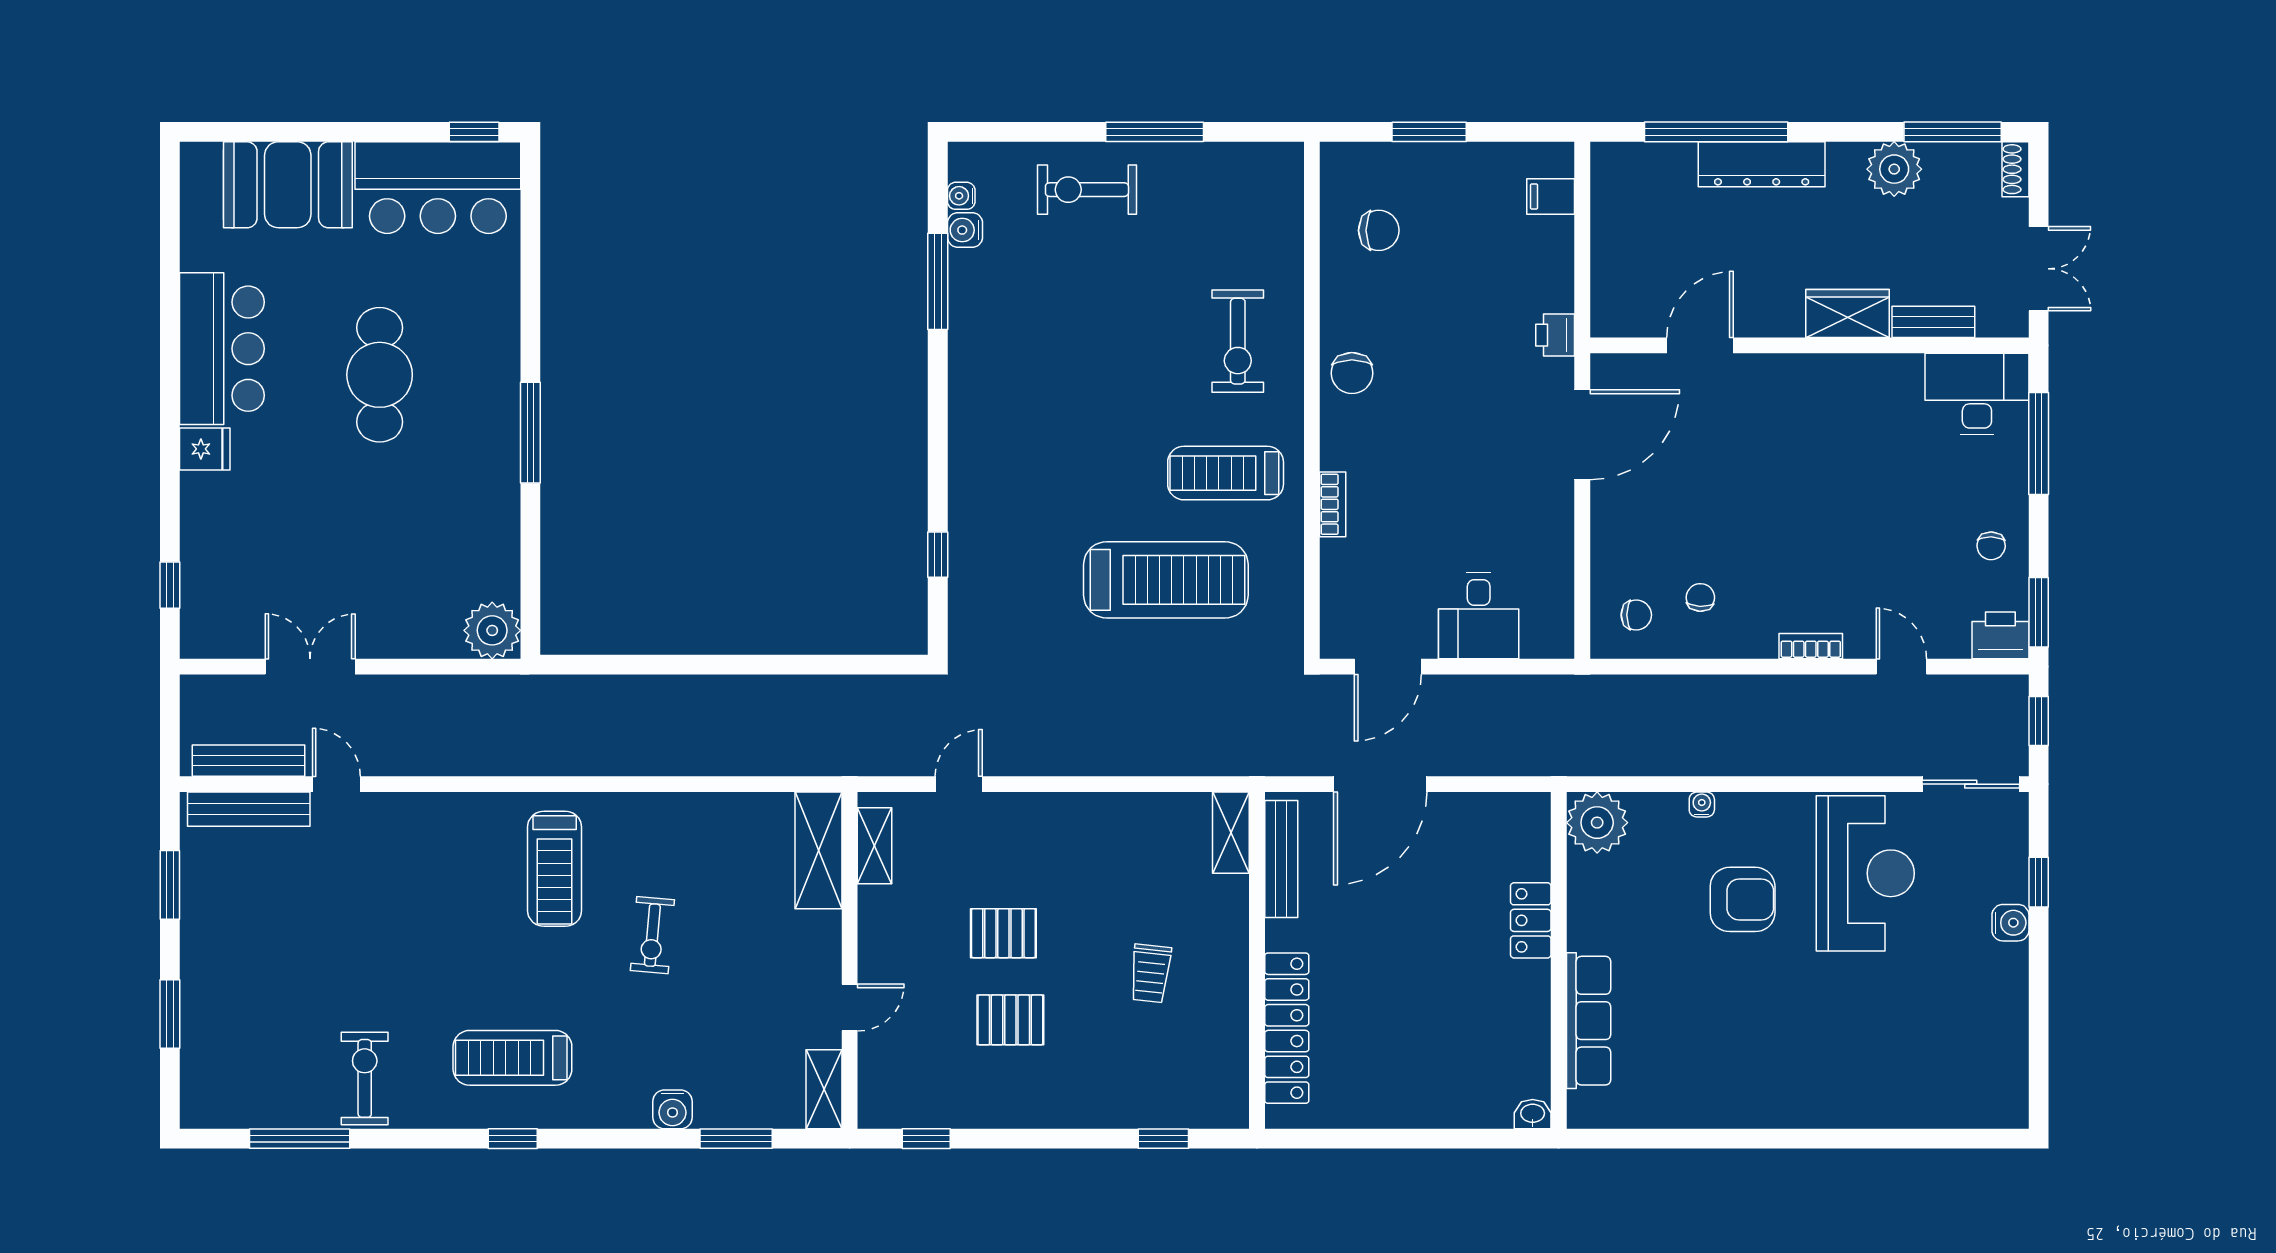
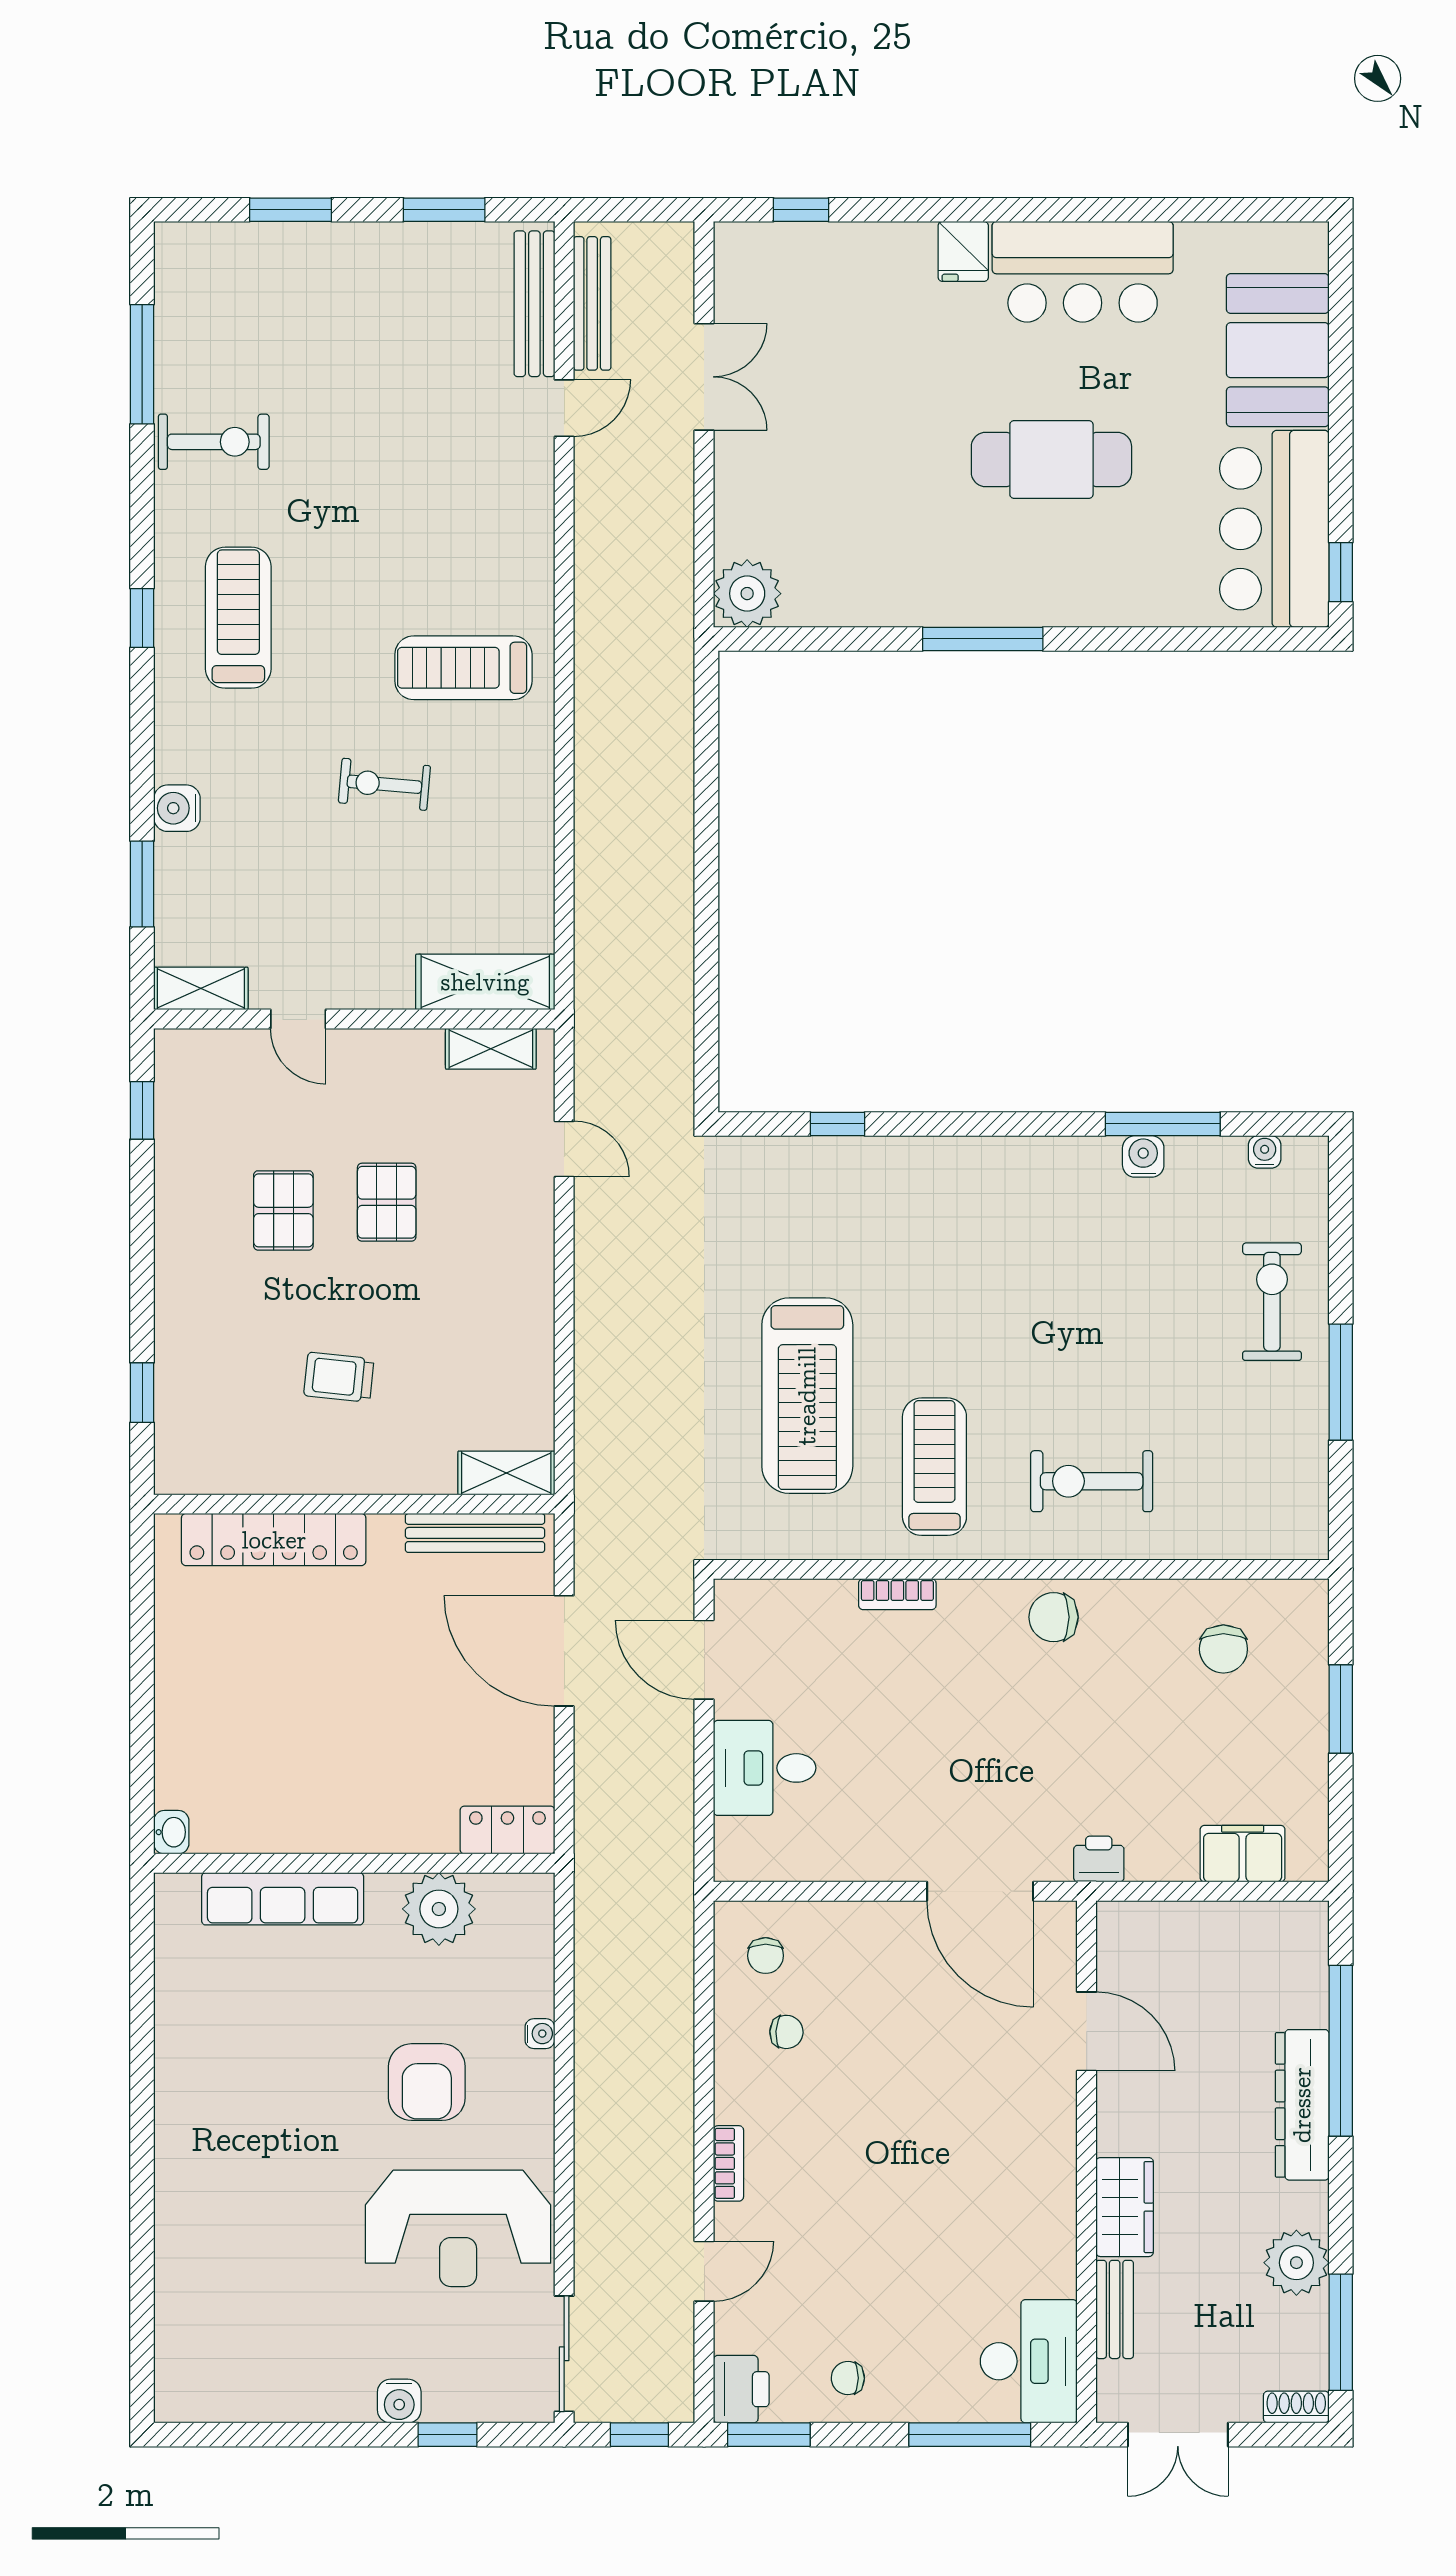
filing cabinet: (1551, 197) -> (1243, 1854), width x2.00
water cooler: (965, 230) -> (1143, 1156), moved
plant: (1597, 823) -> (439, 1909), moved
locker: (1531, 920) -> (507, 1830), moved

